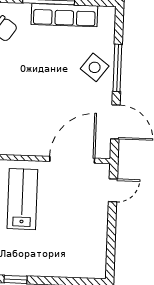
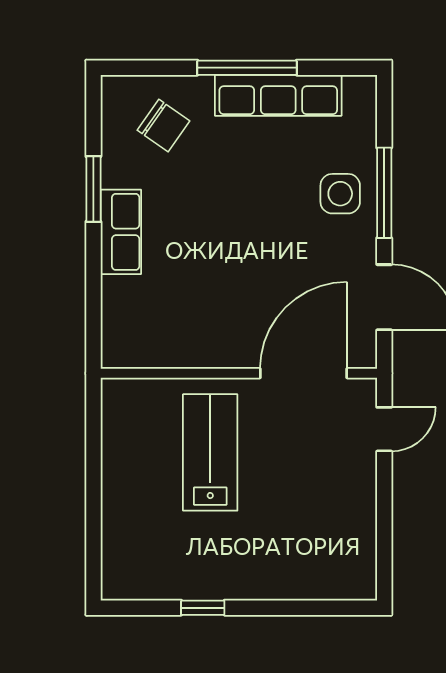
side table: (95, 67) -> (340, 194), turned -37

